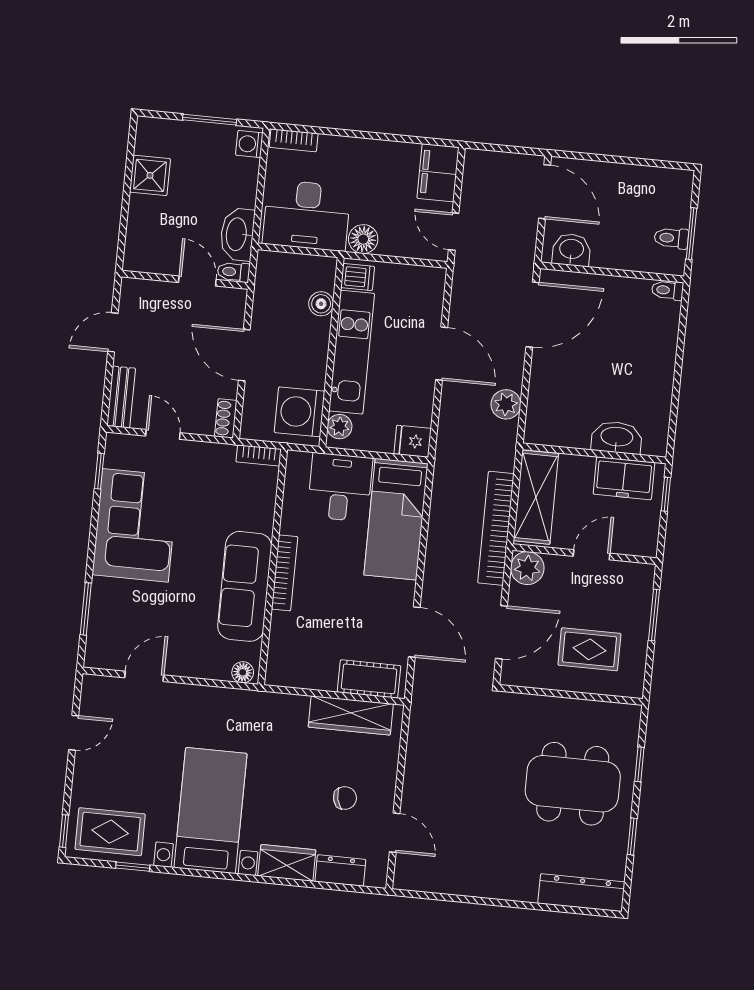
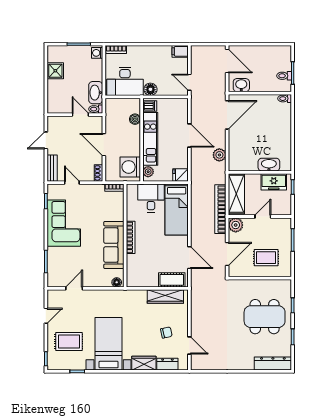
filing cabinet: (438, 173) -> (180, 51), width x0.50
rug: (110, 832) -> (69, 342), moved

